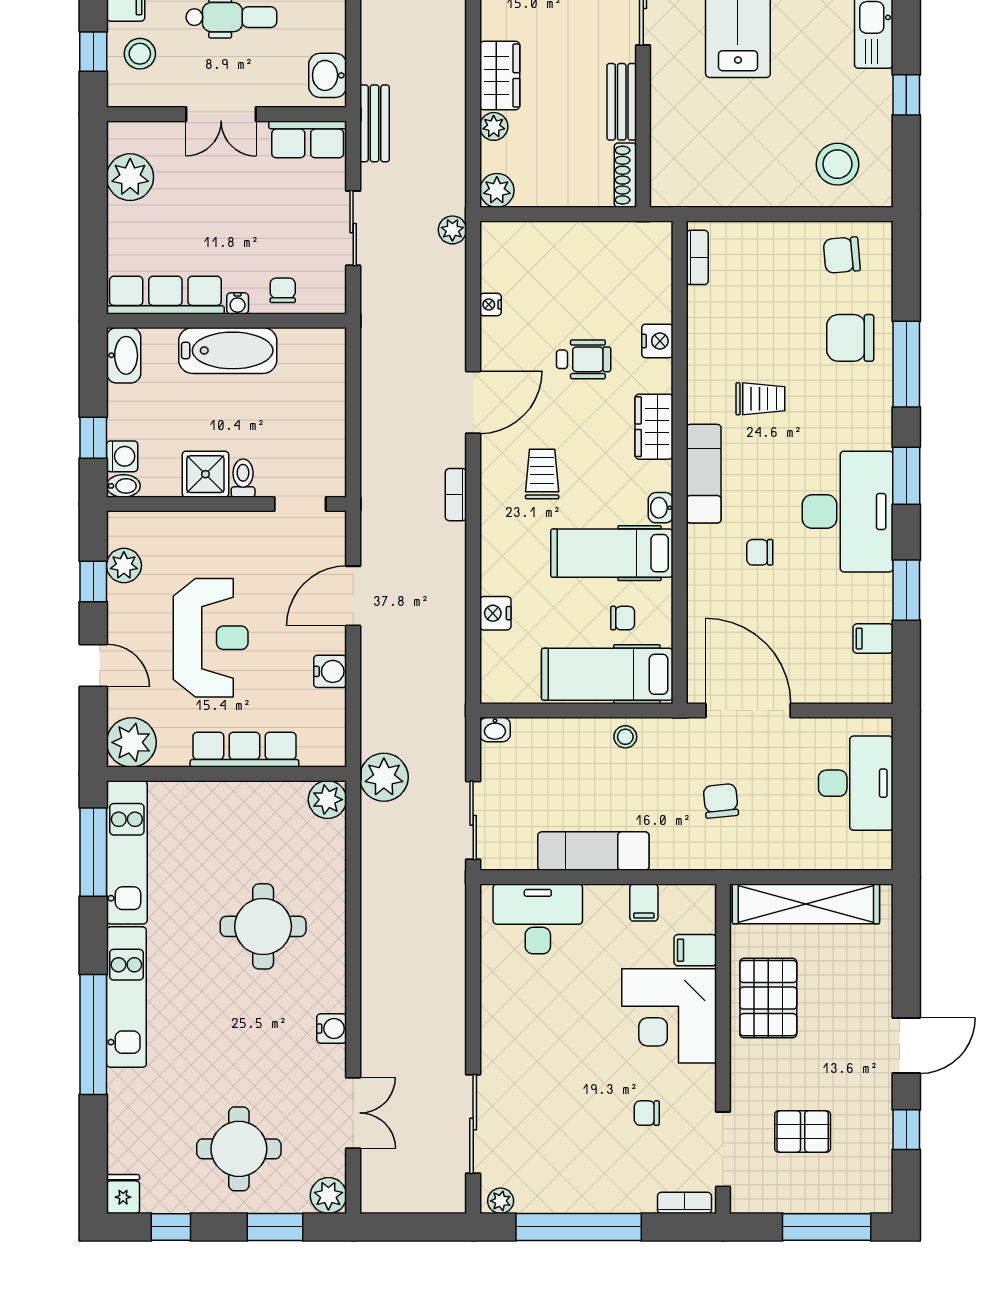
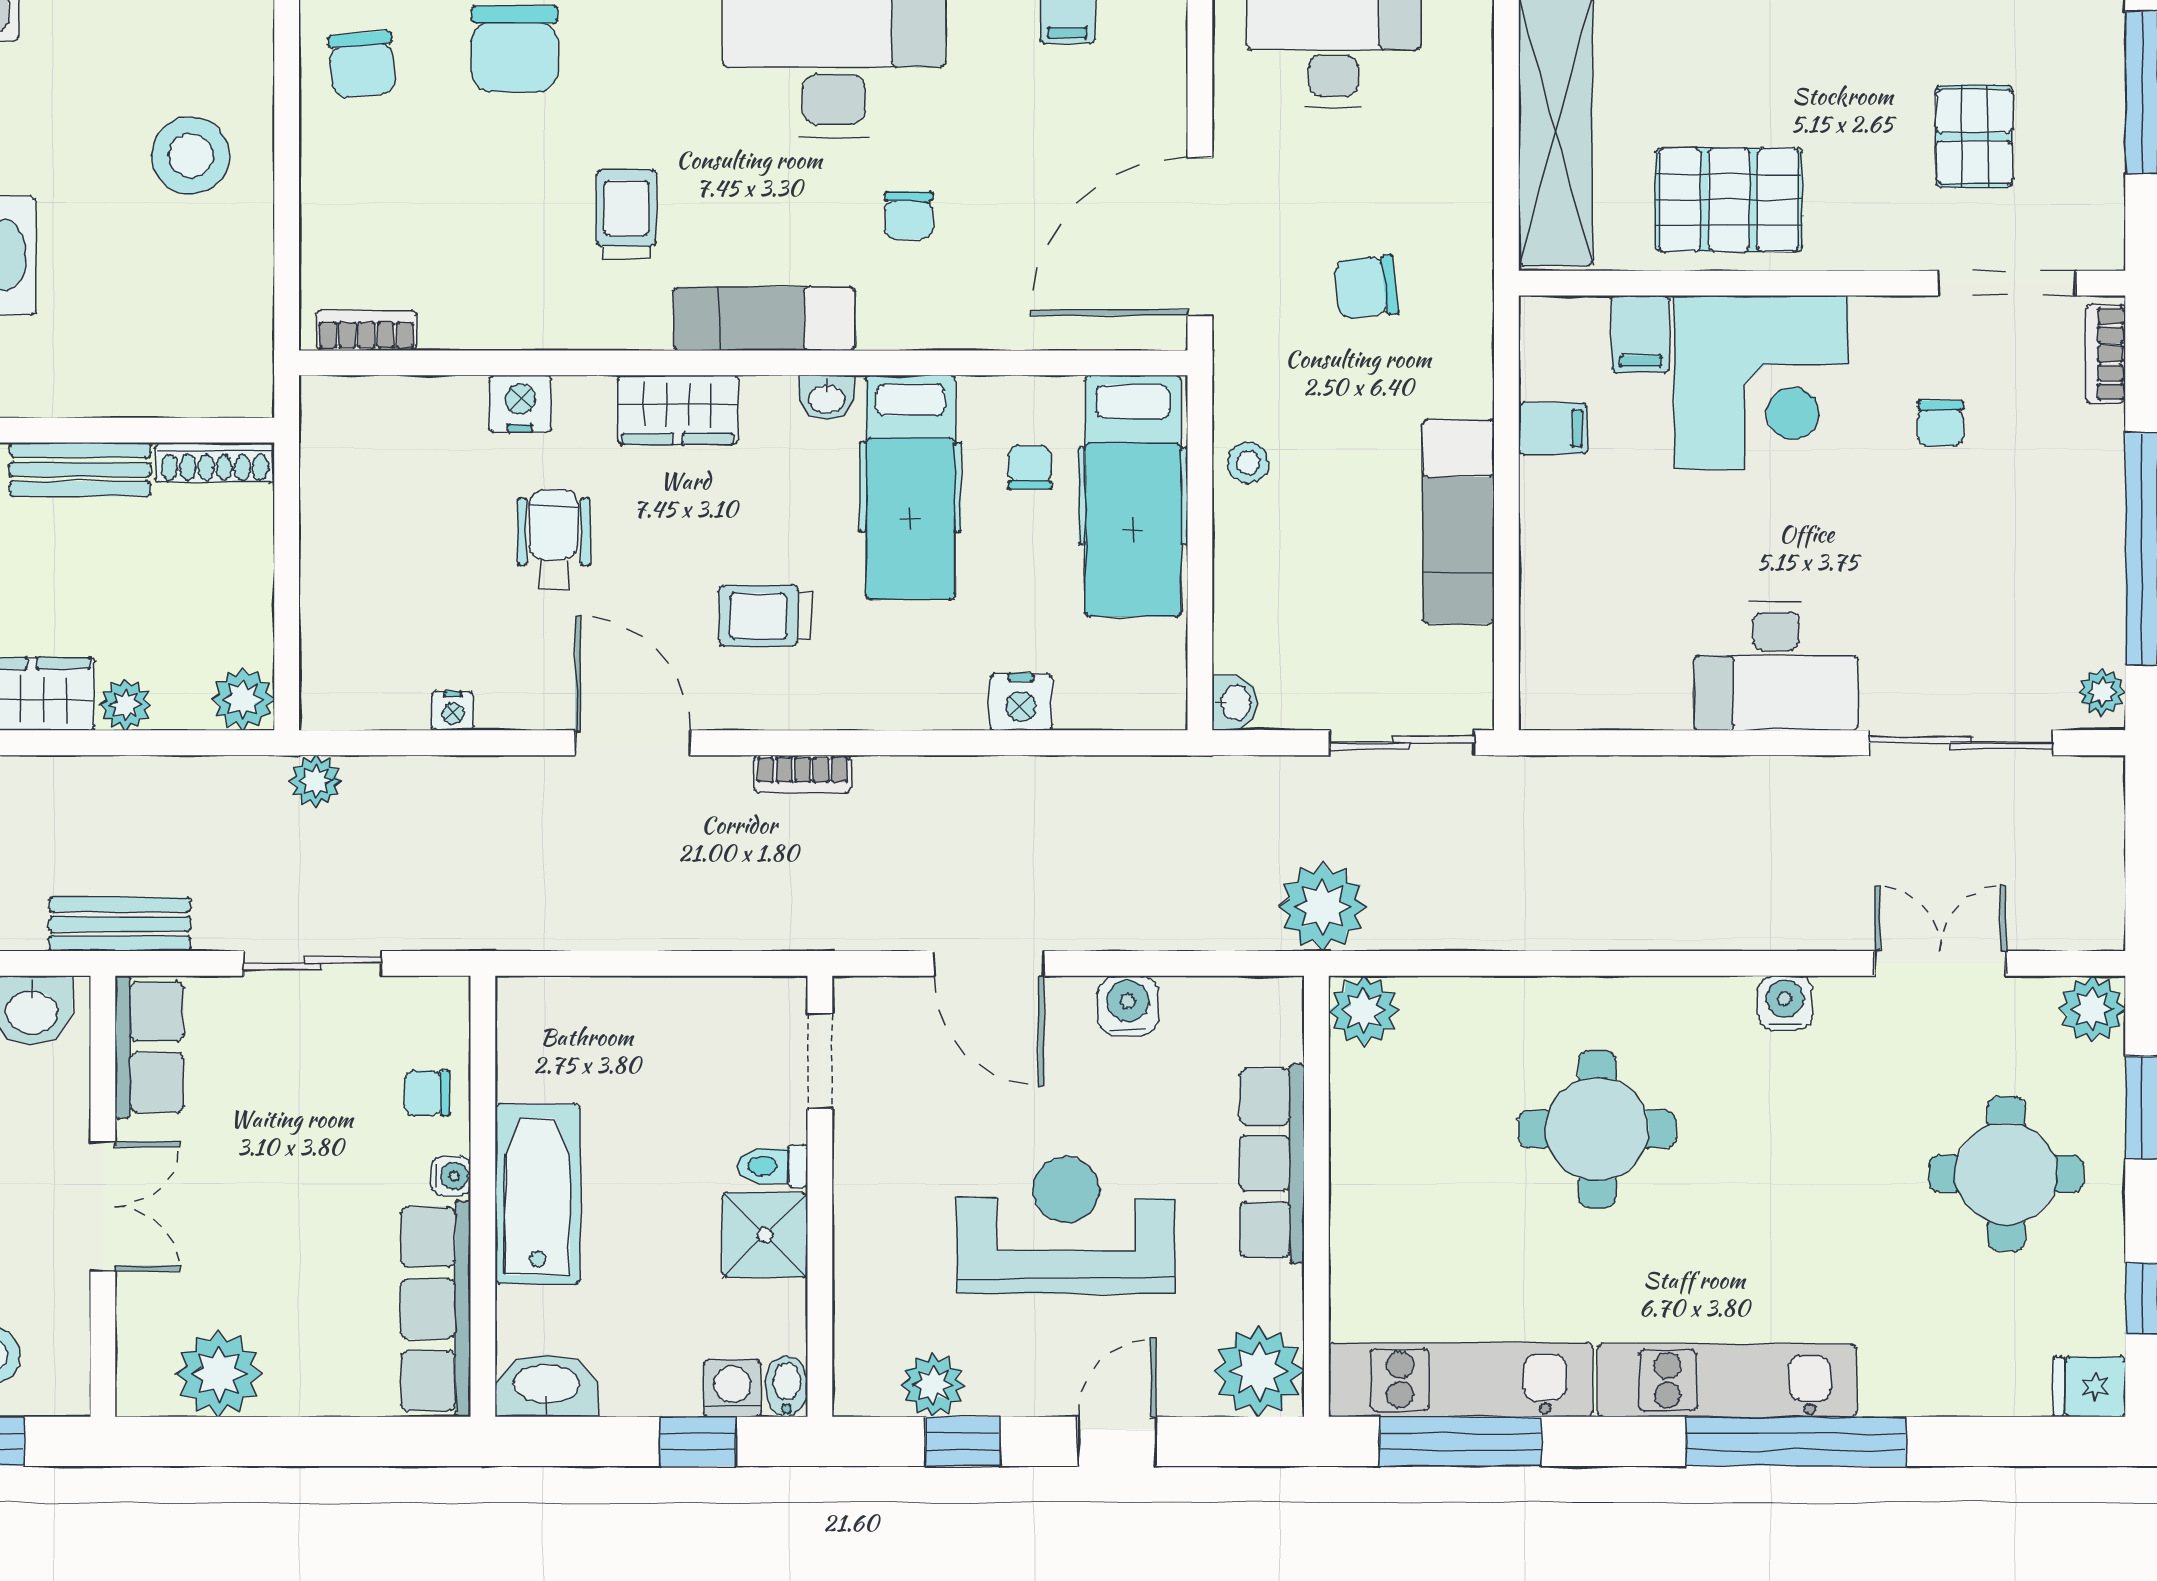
stool: (837, 164) -> (191, 155), moved
desk: (538, 919) -> (1776, 666), moved, turned -90

